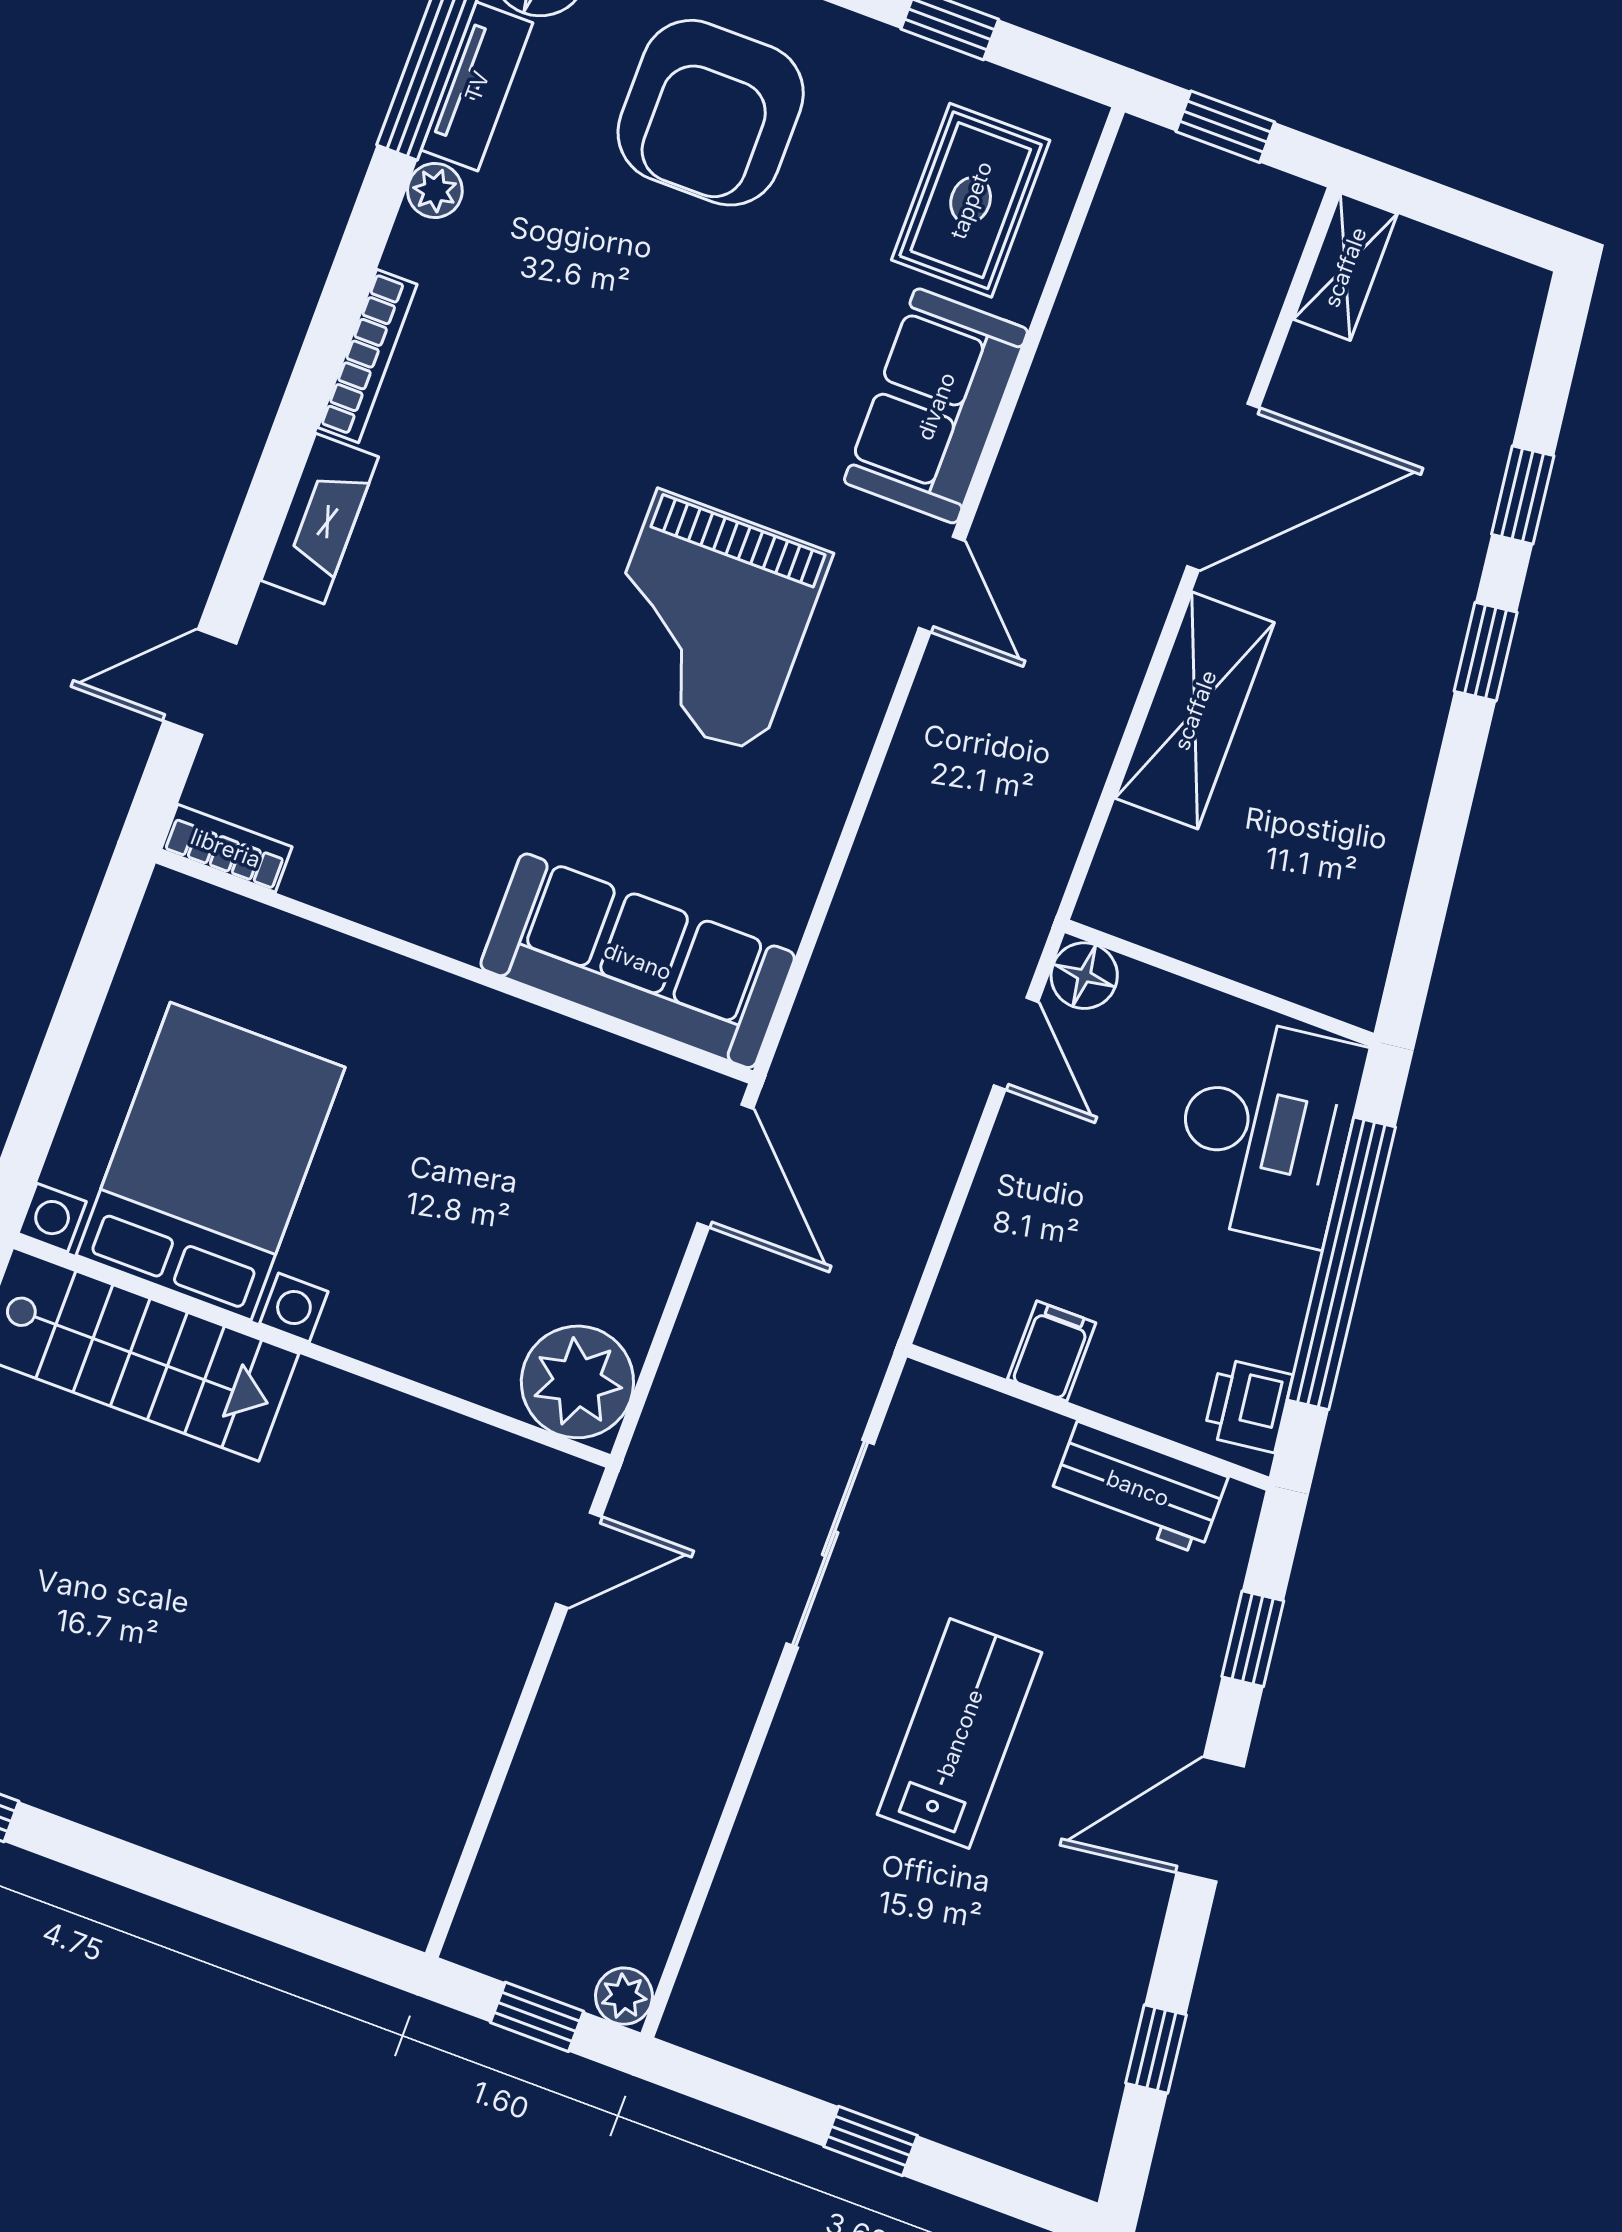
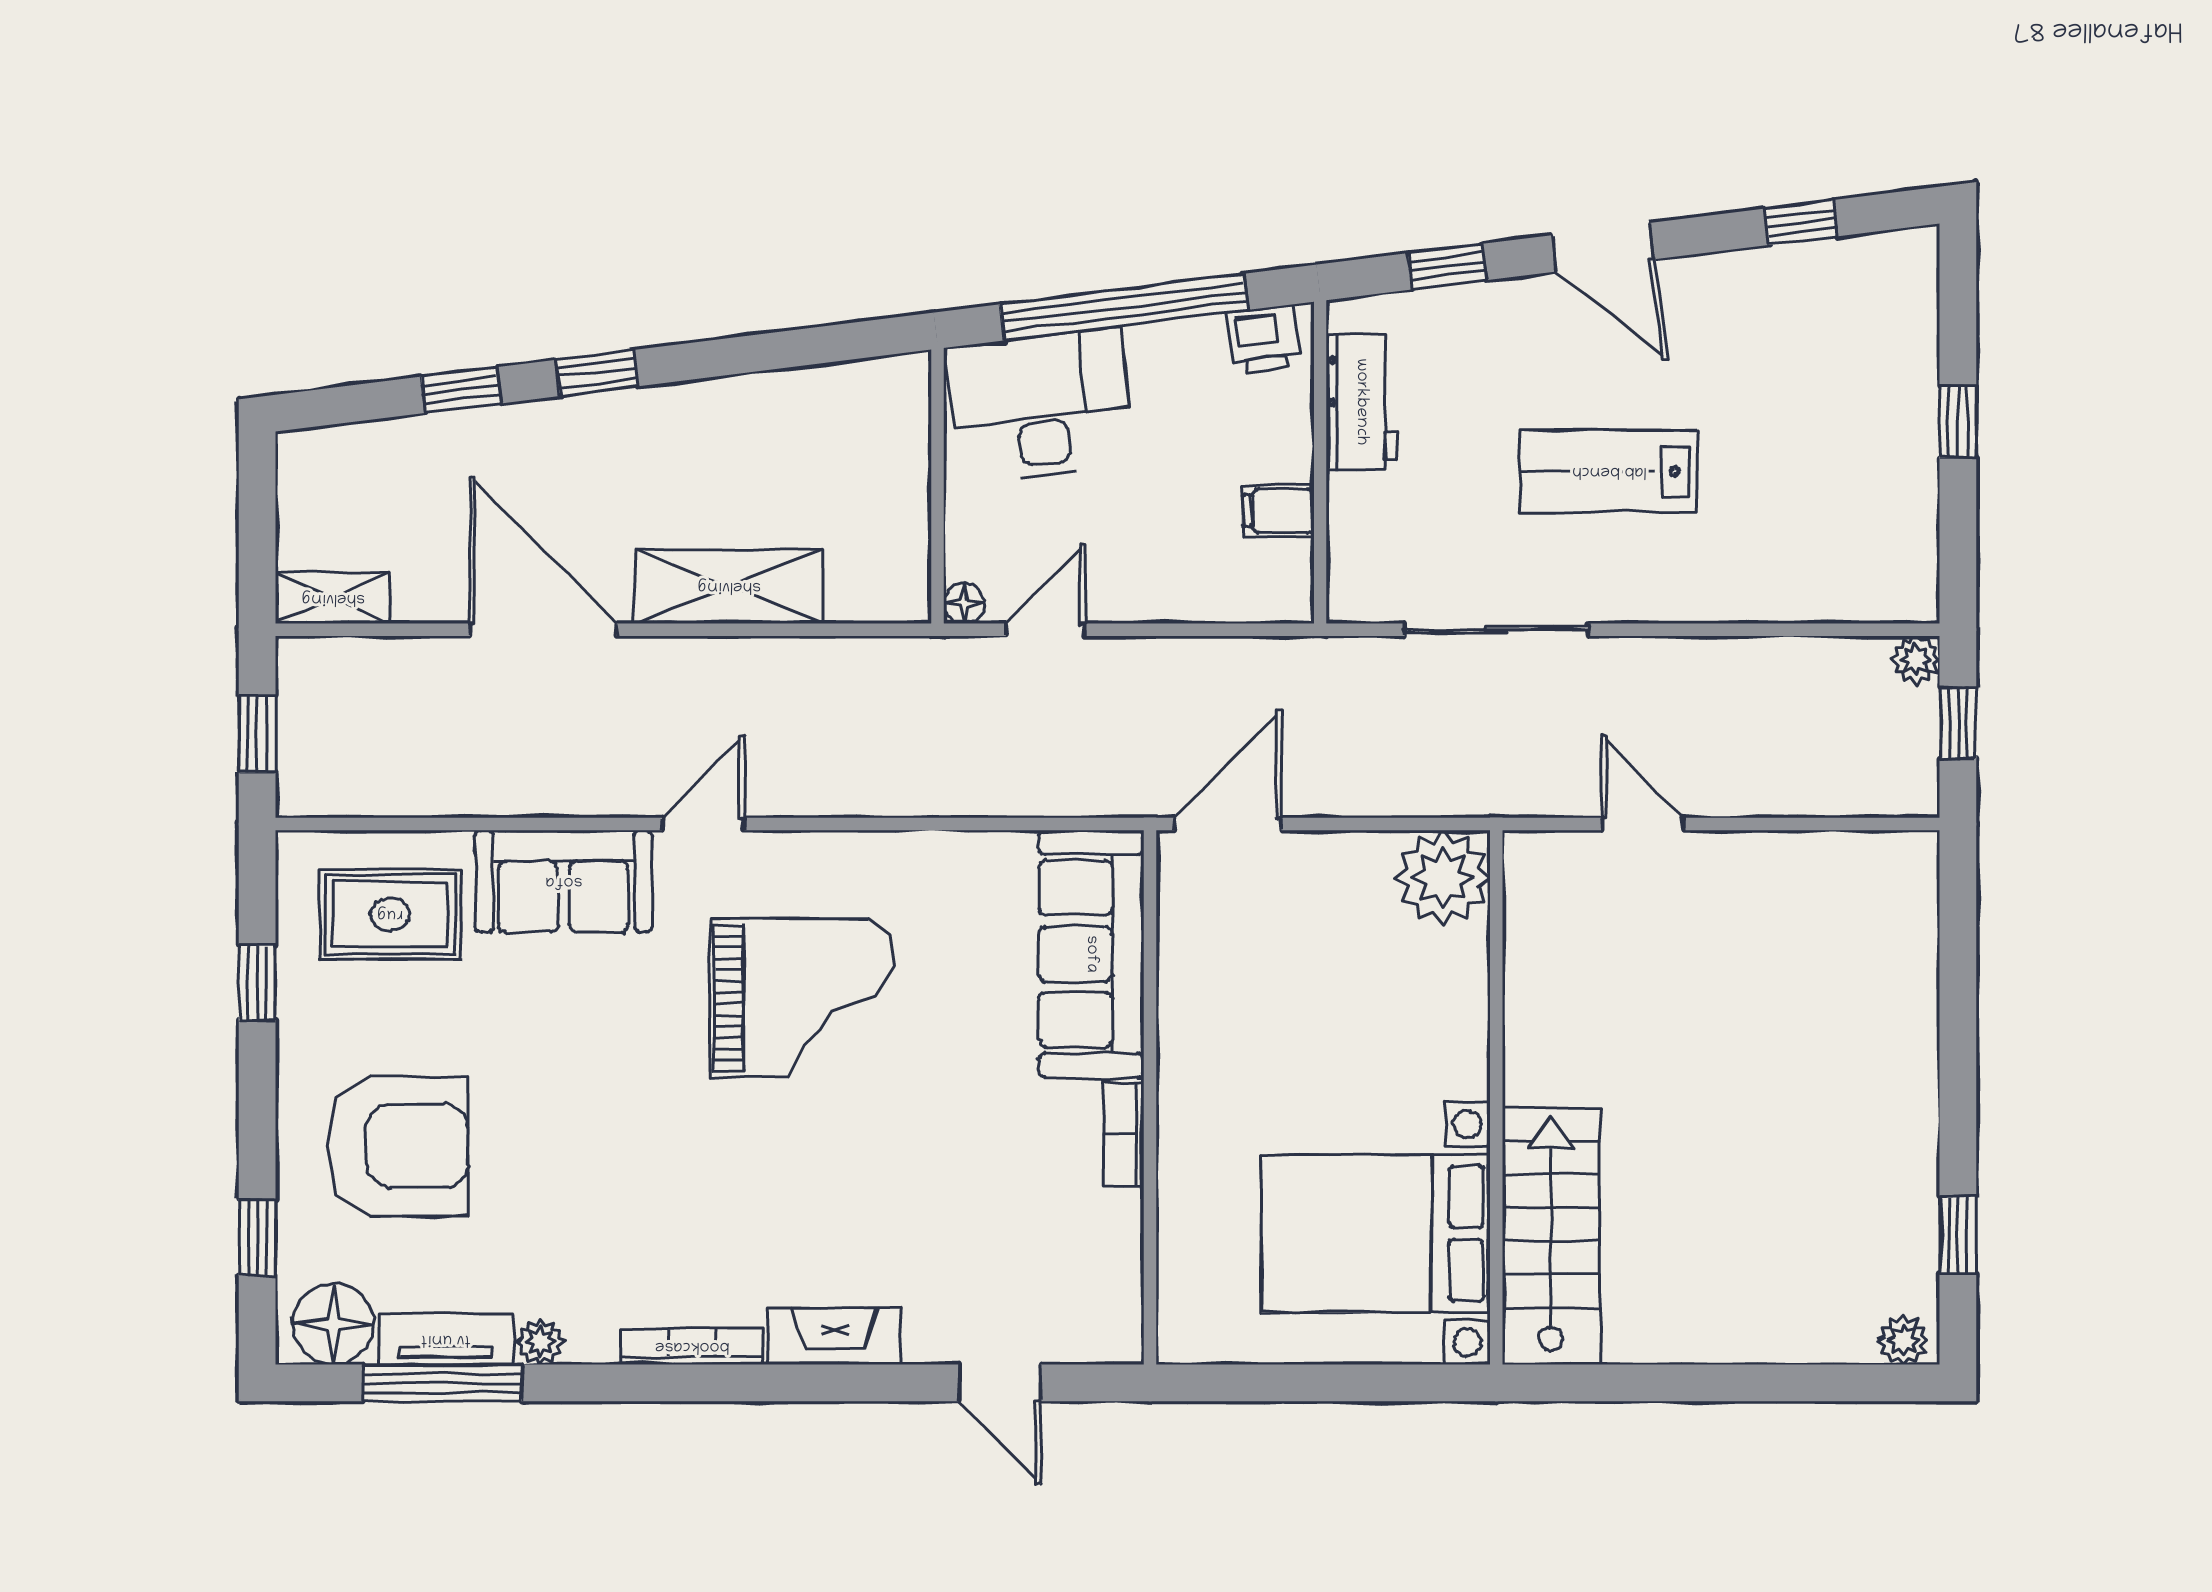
bookcase: (226, 848) -> (1123, 1134), moved
floor lamp: (1084, 976) -> (964, 603), width x0.73, depth x0.73
door: (579, 1560) -> (1643, 824), moved

